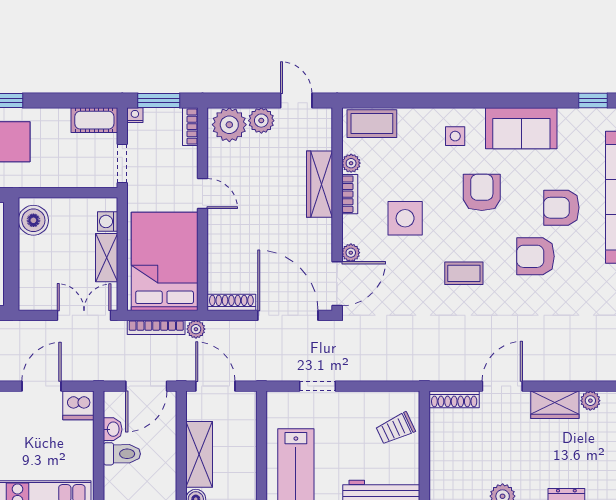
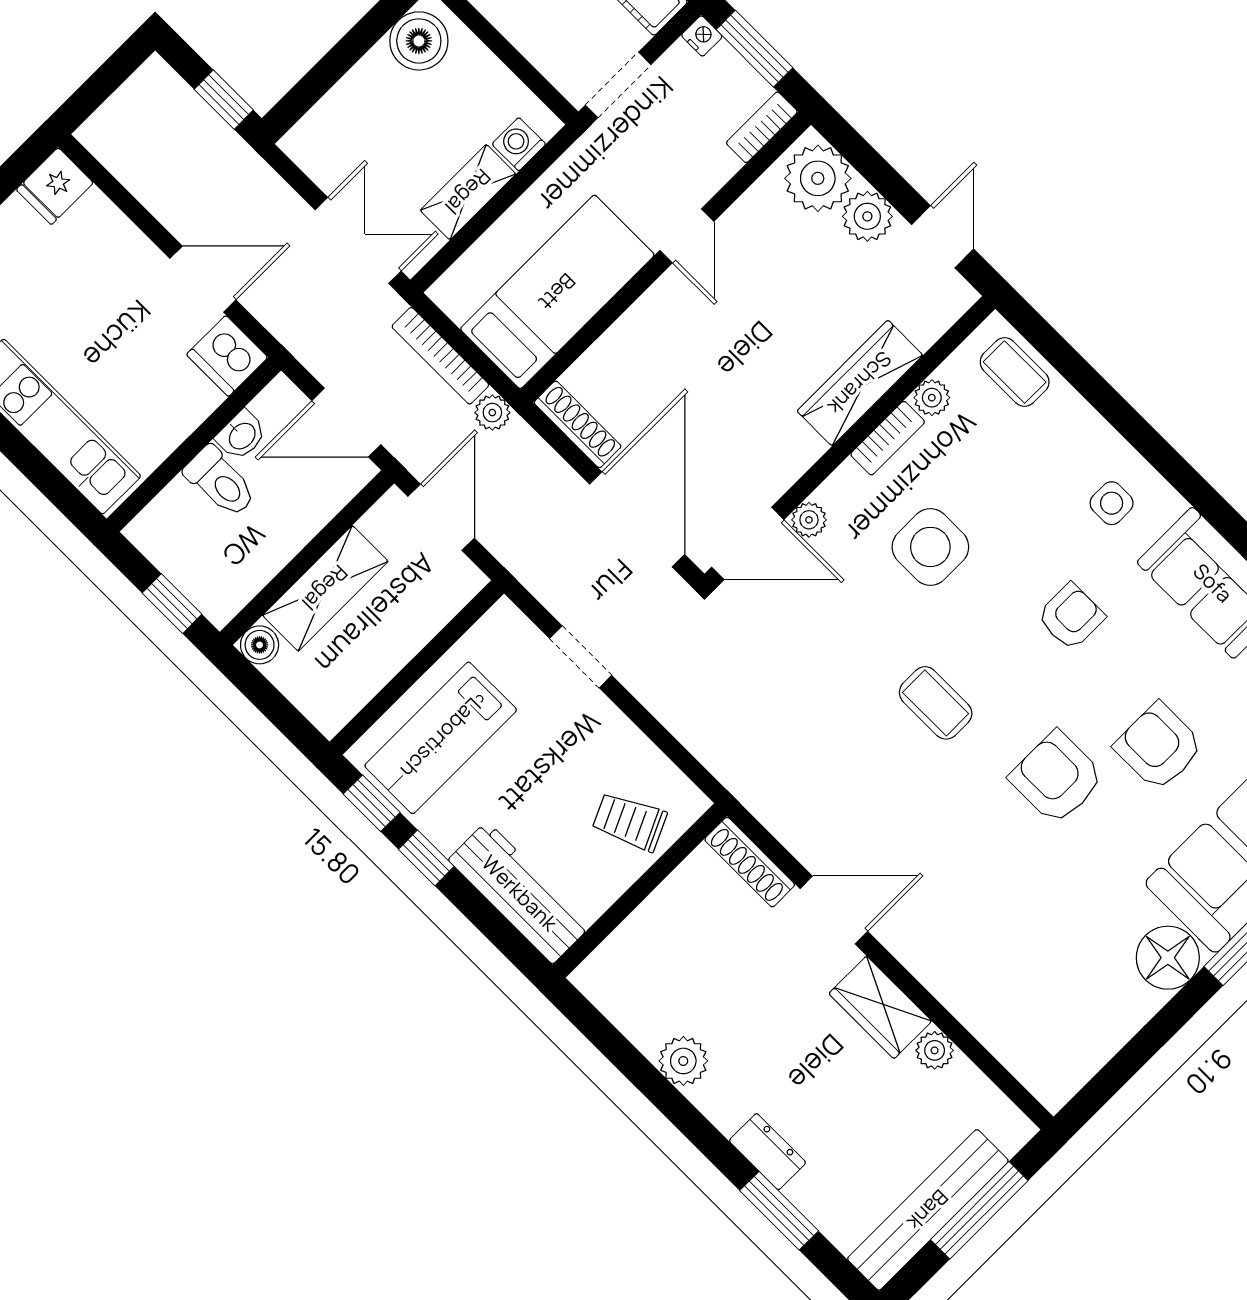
coffee table: (372, 124) -> (1015, 372), width x0.73, depth x0.77
armchair: (482, 192) -> (1071, 617), width x0.72, depth x0.72
bed: (165, 261) -> (557, 292), width x0.67

